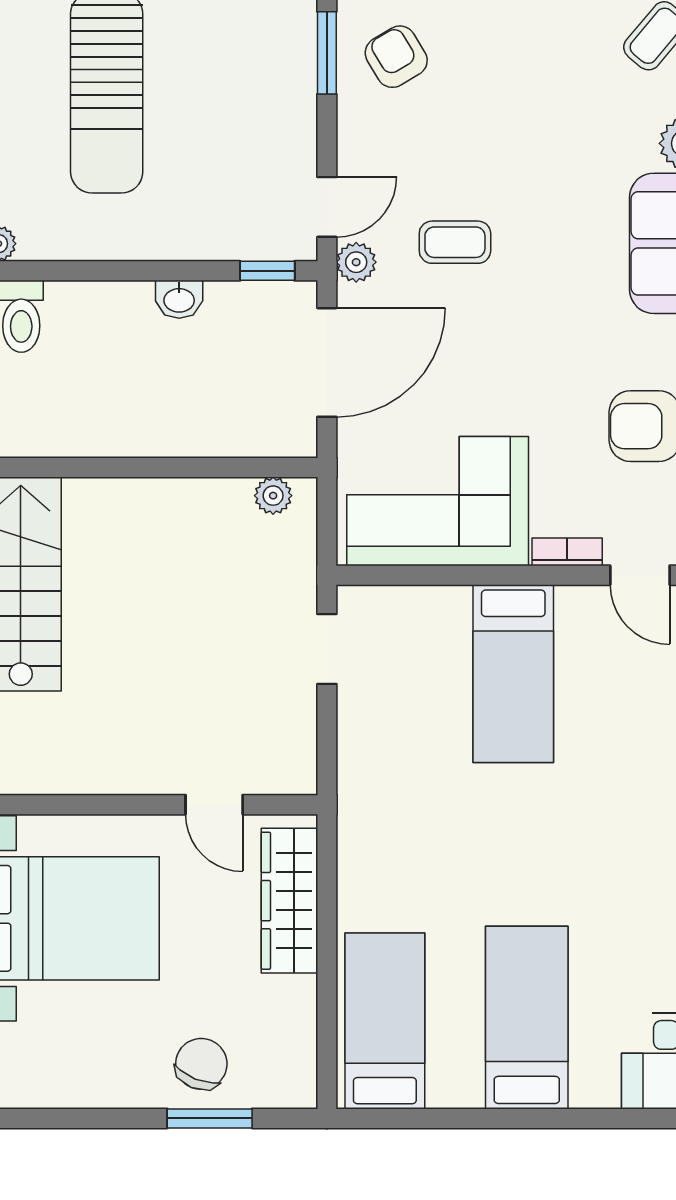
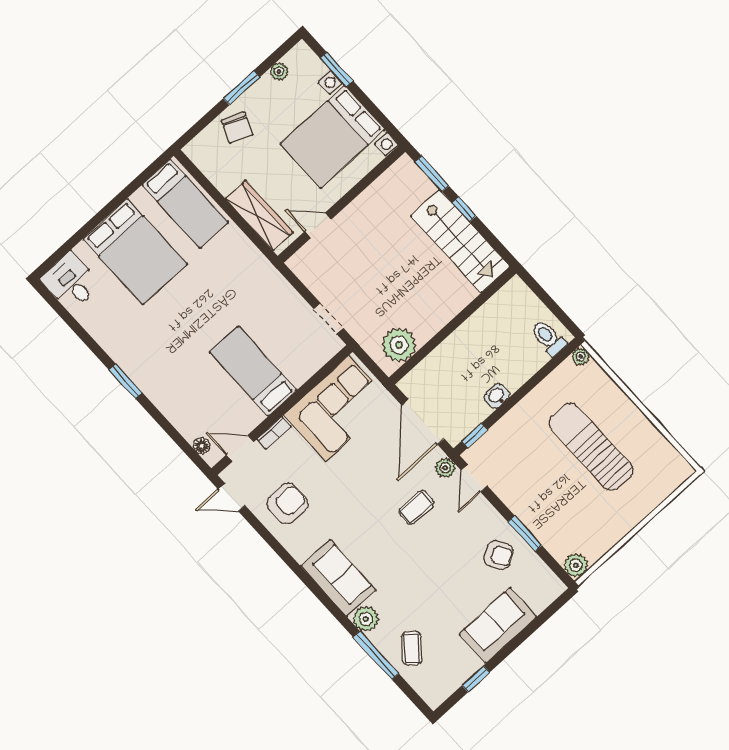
plant: (273, 496) -> (399, 345), width x1.88, depth x1.88
bed: (527, 1018) -> (135, 251), width x1.50
plant: (61, 1091) -> (279, 71), added
window: (210, 1118) -> (241, 88), moved

